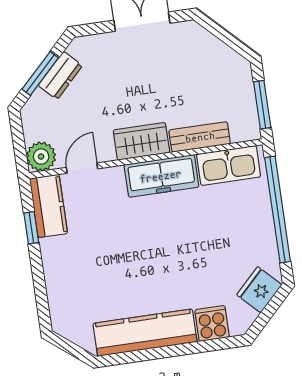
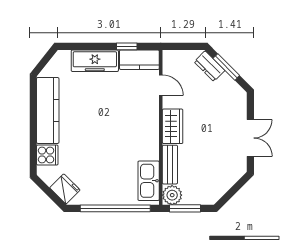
dresser: (60, 76) -> (209, 66), moved
plant: (41, 157) -> (172, 195), moved
freezer: (161, 176) -> (95, 61), moved, turned -90

